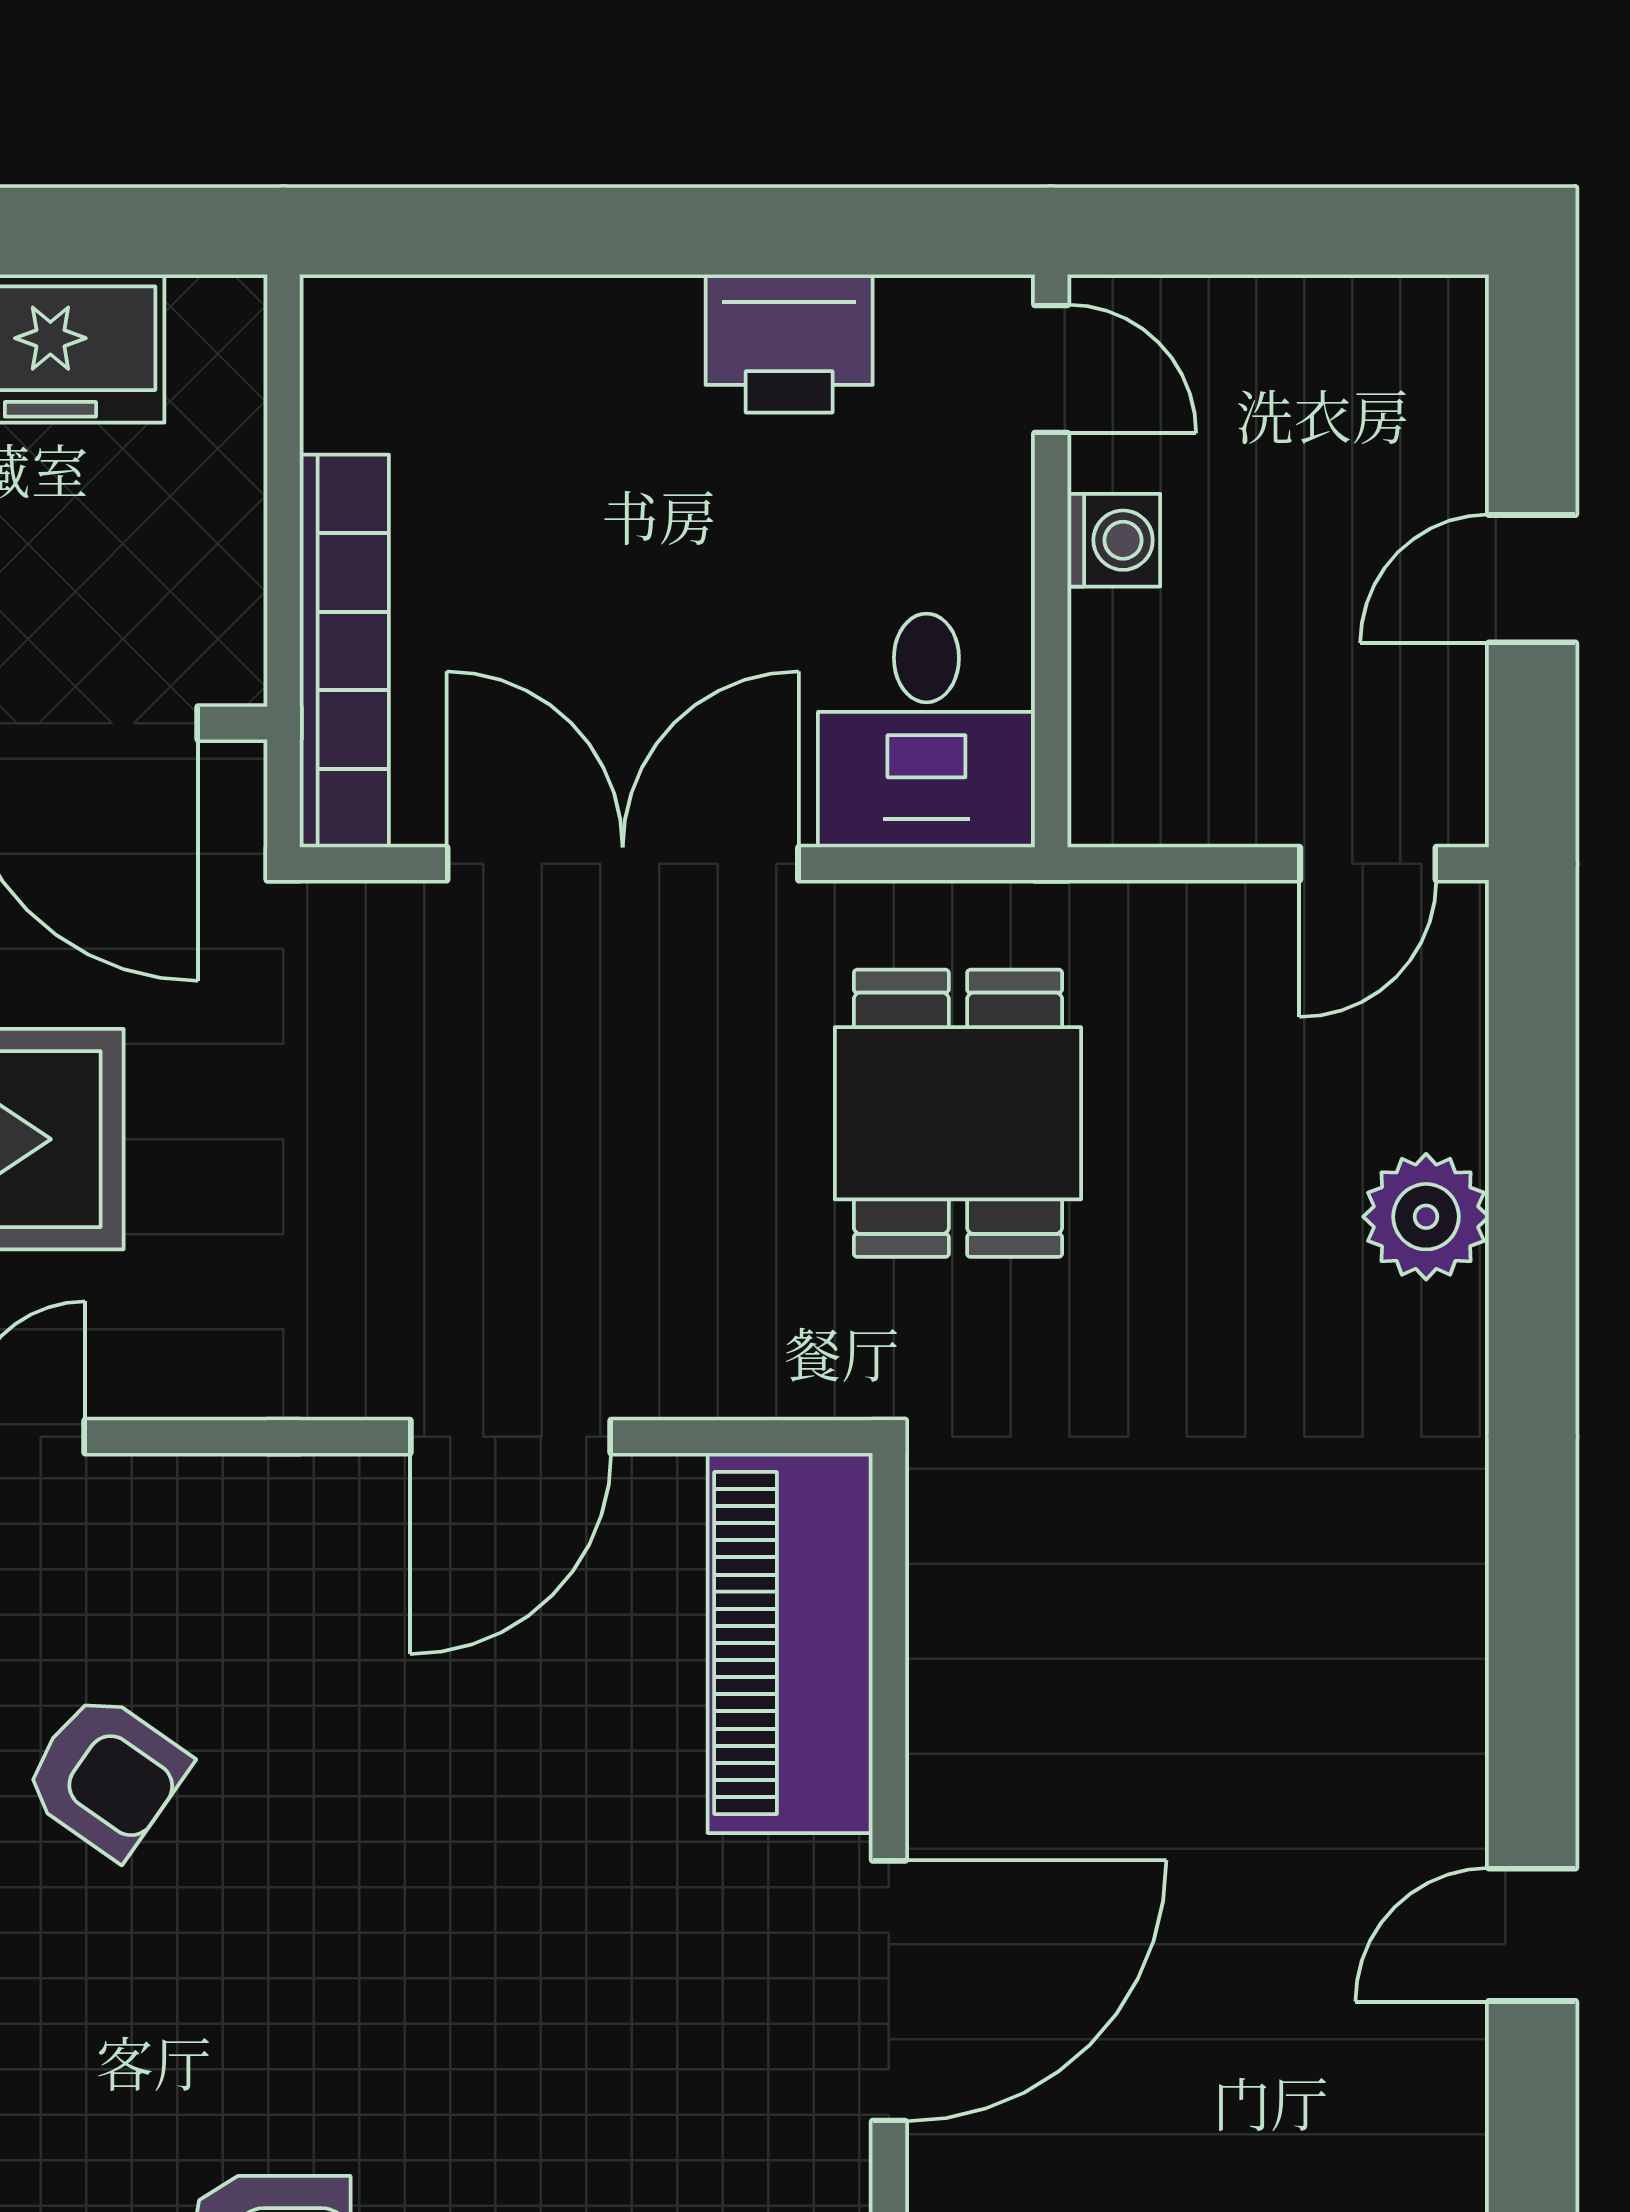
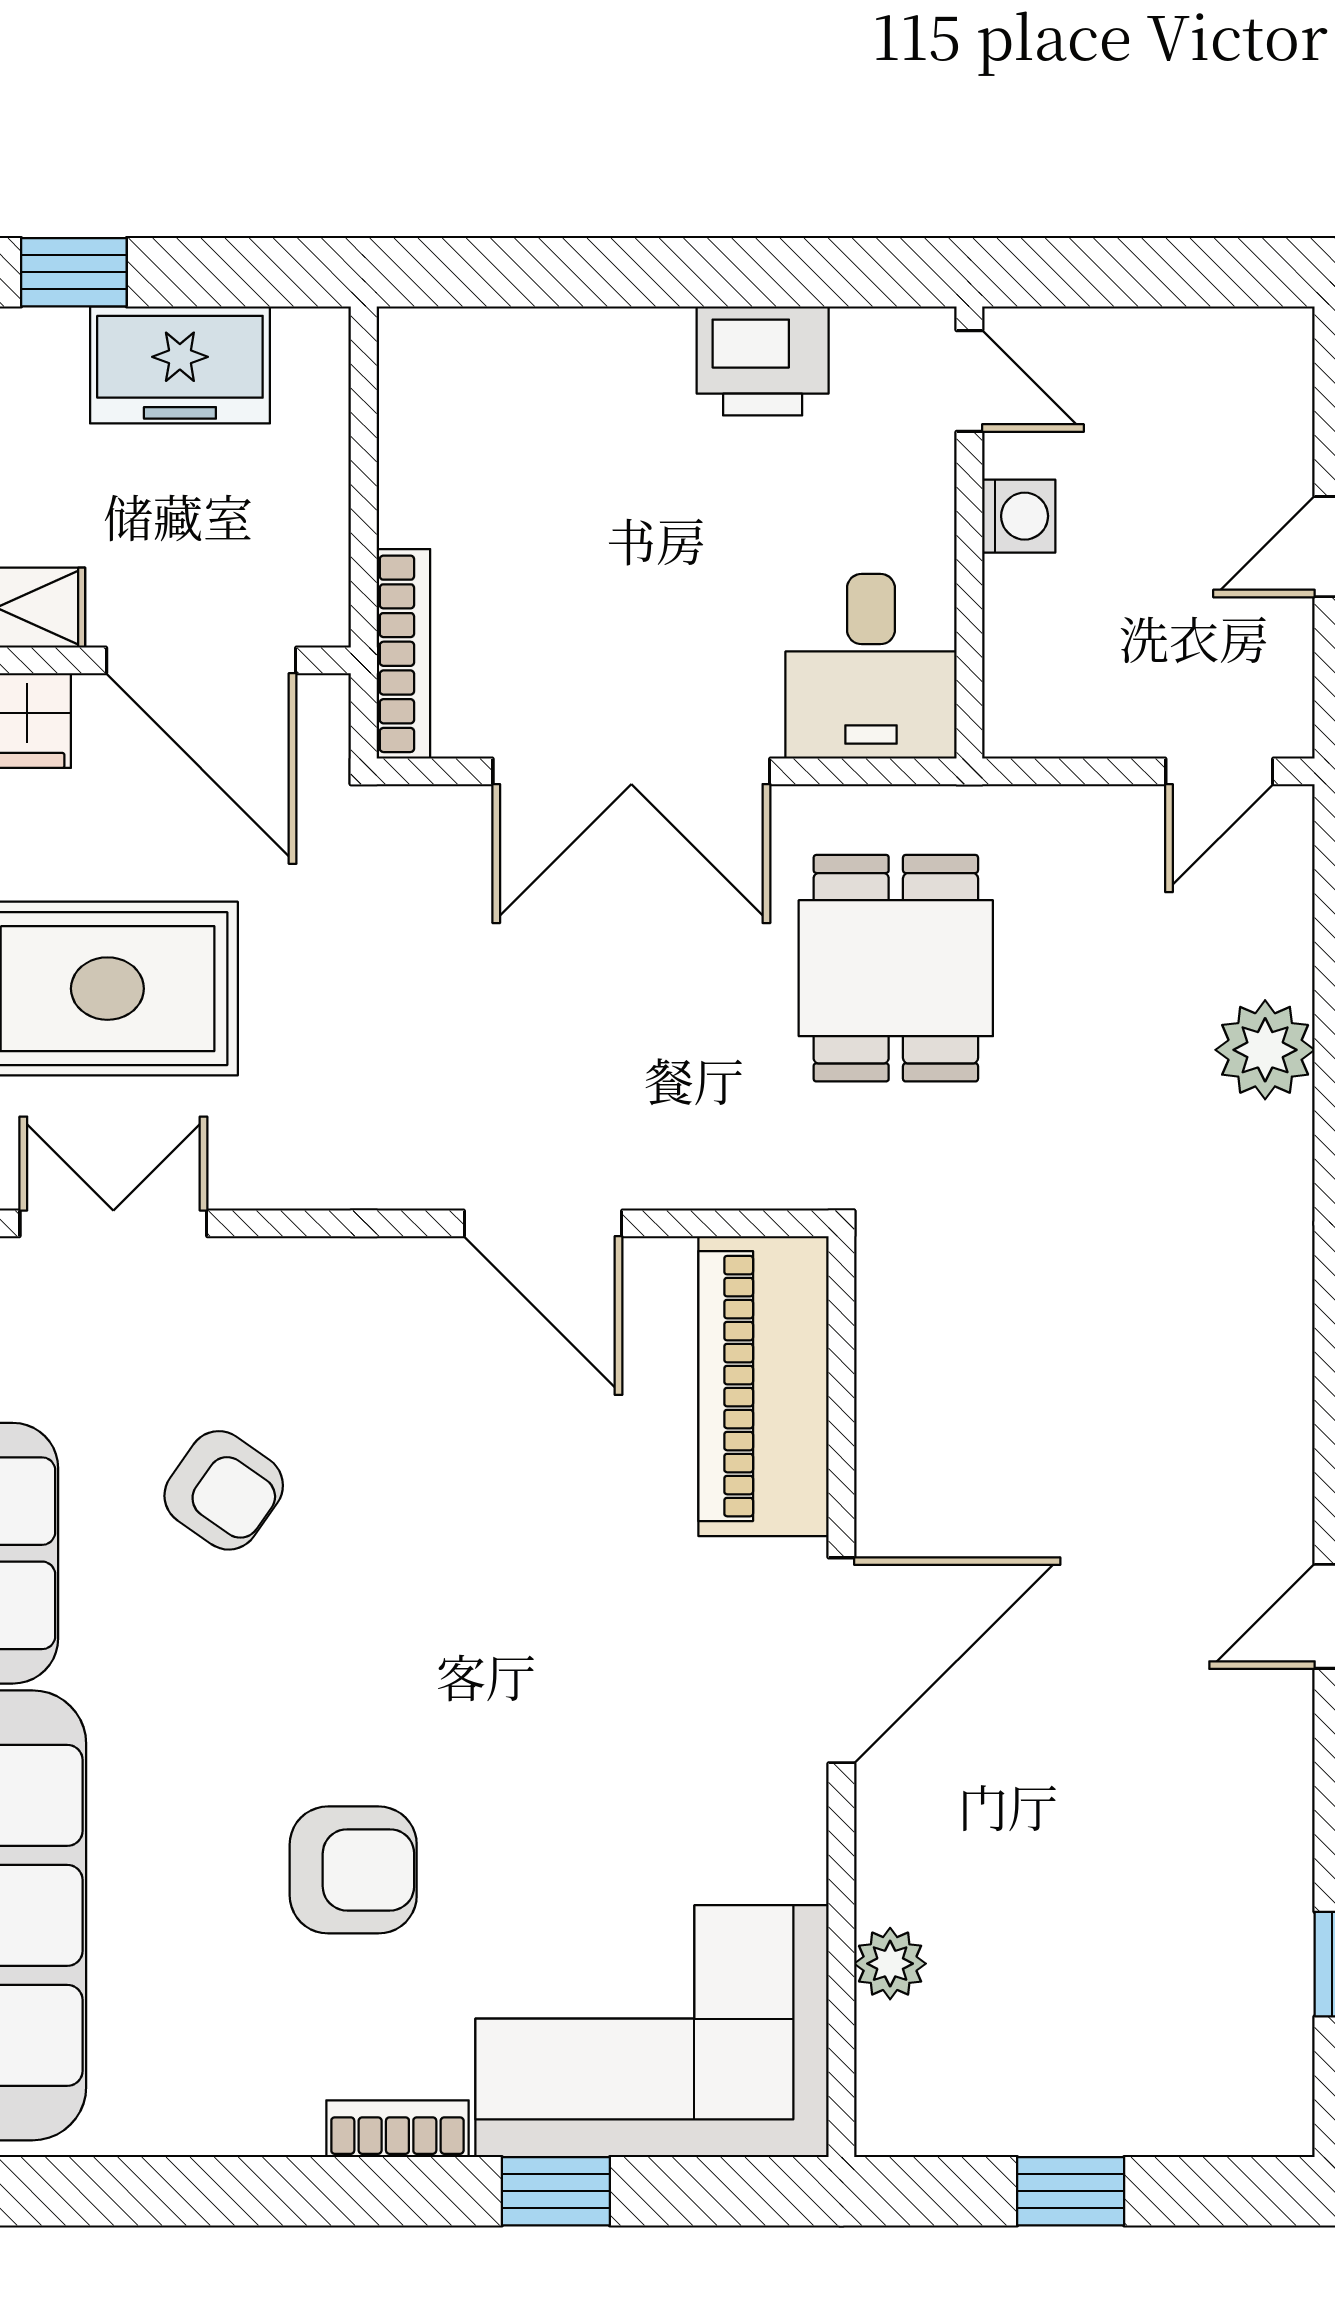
bookcase: (344, 651) -> (403, 654), width x0.68, depth x0.76
double door: (623, 864) -> (631, 771), swing flipped
door: (511, 1437) -> (543, 1223), hinge flipped

